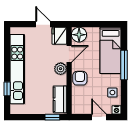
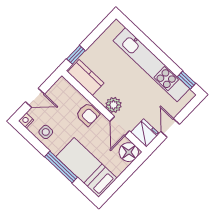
door: (43, 24) -> (170, 128), swing flipped
window: (7, 89) -> (187, 80), moved

